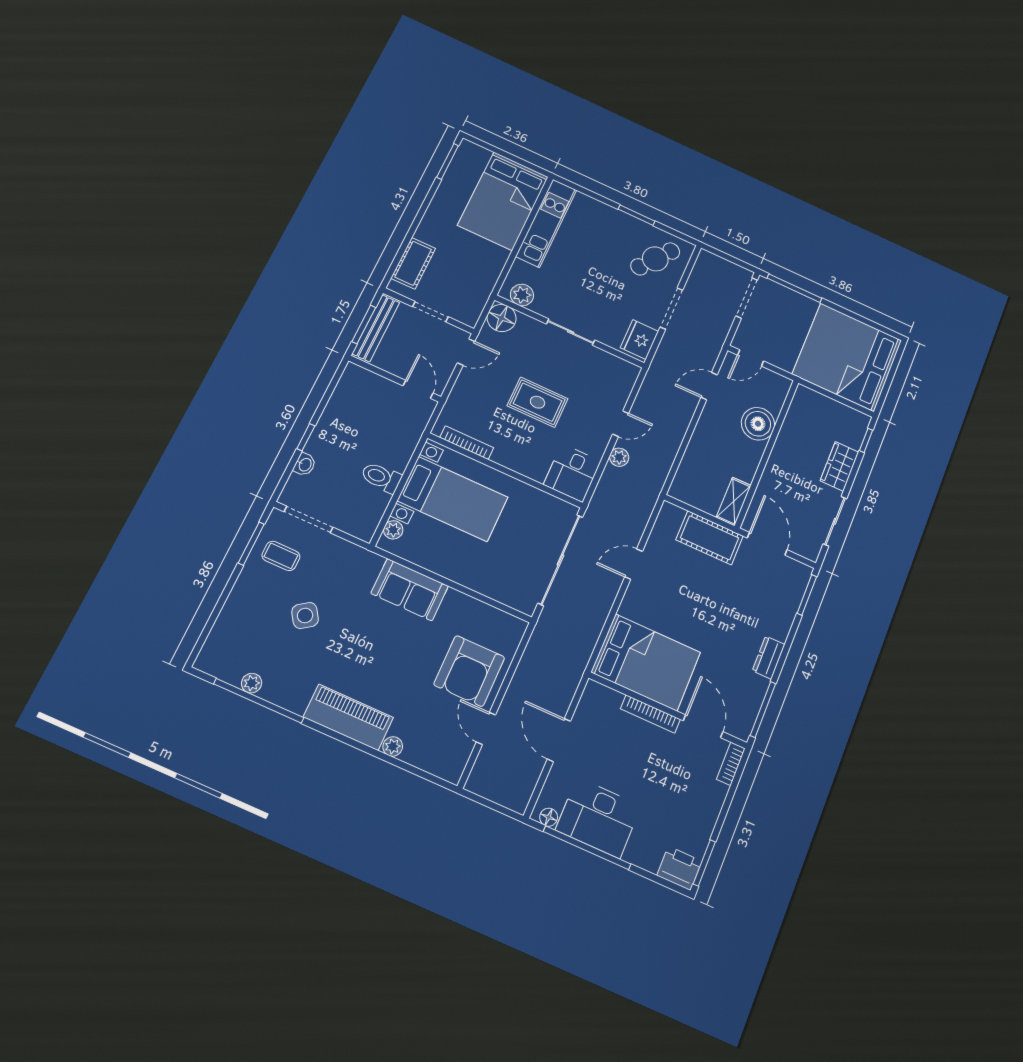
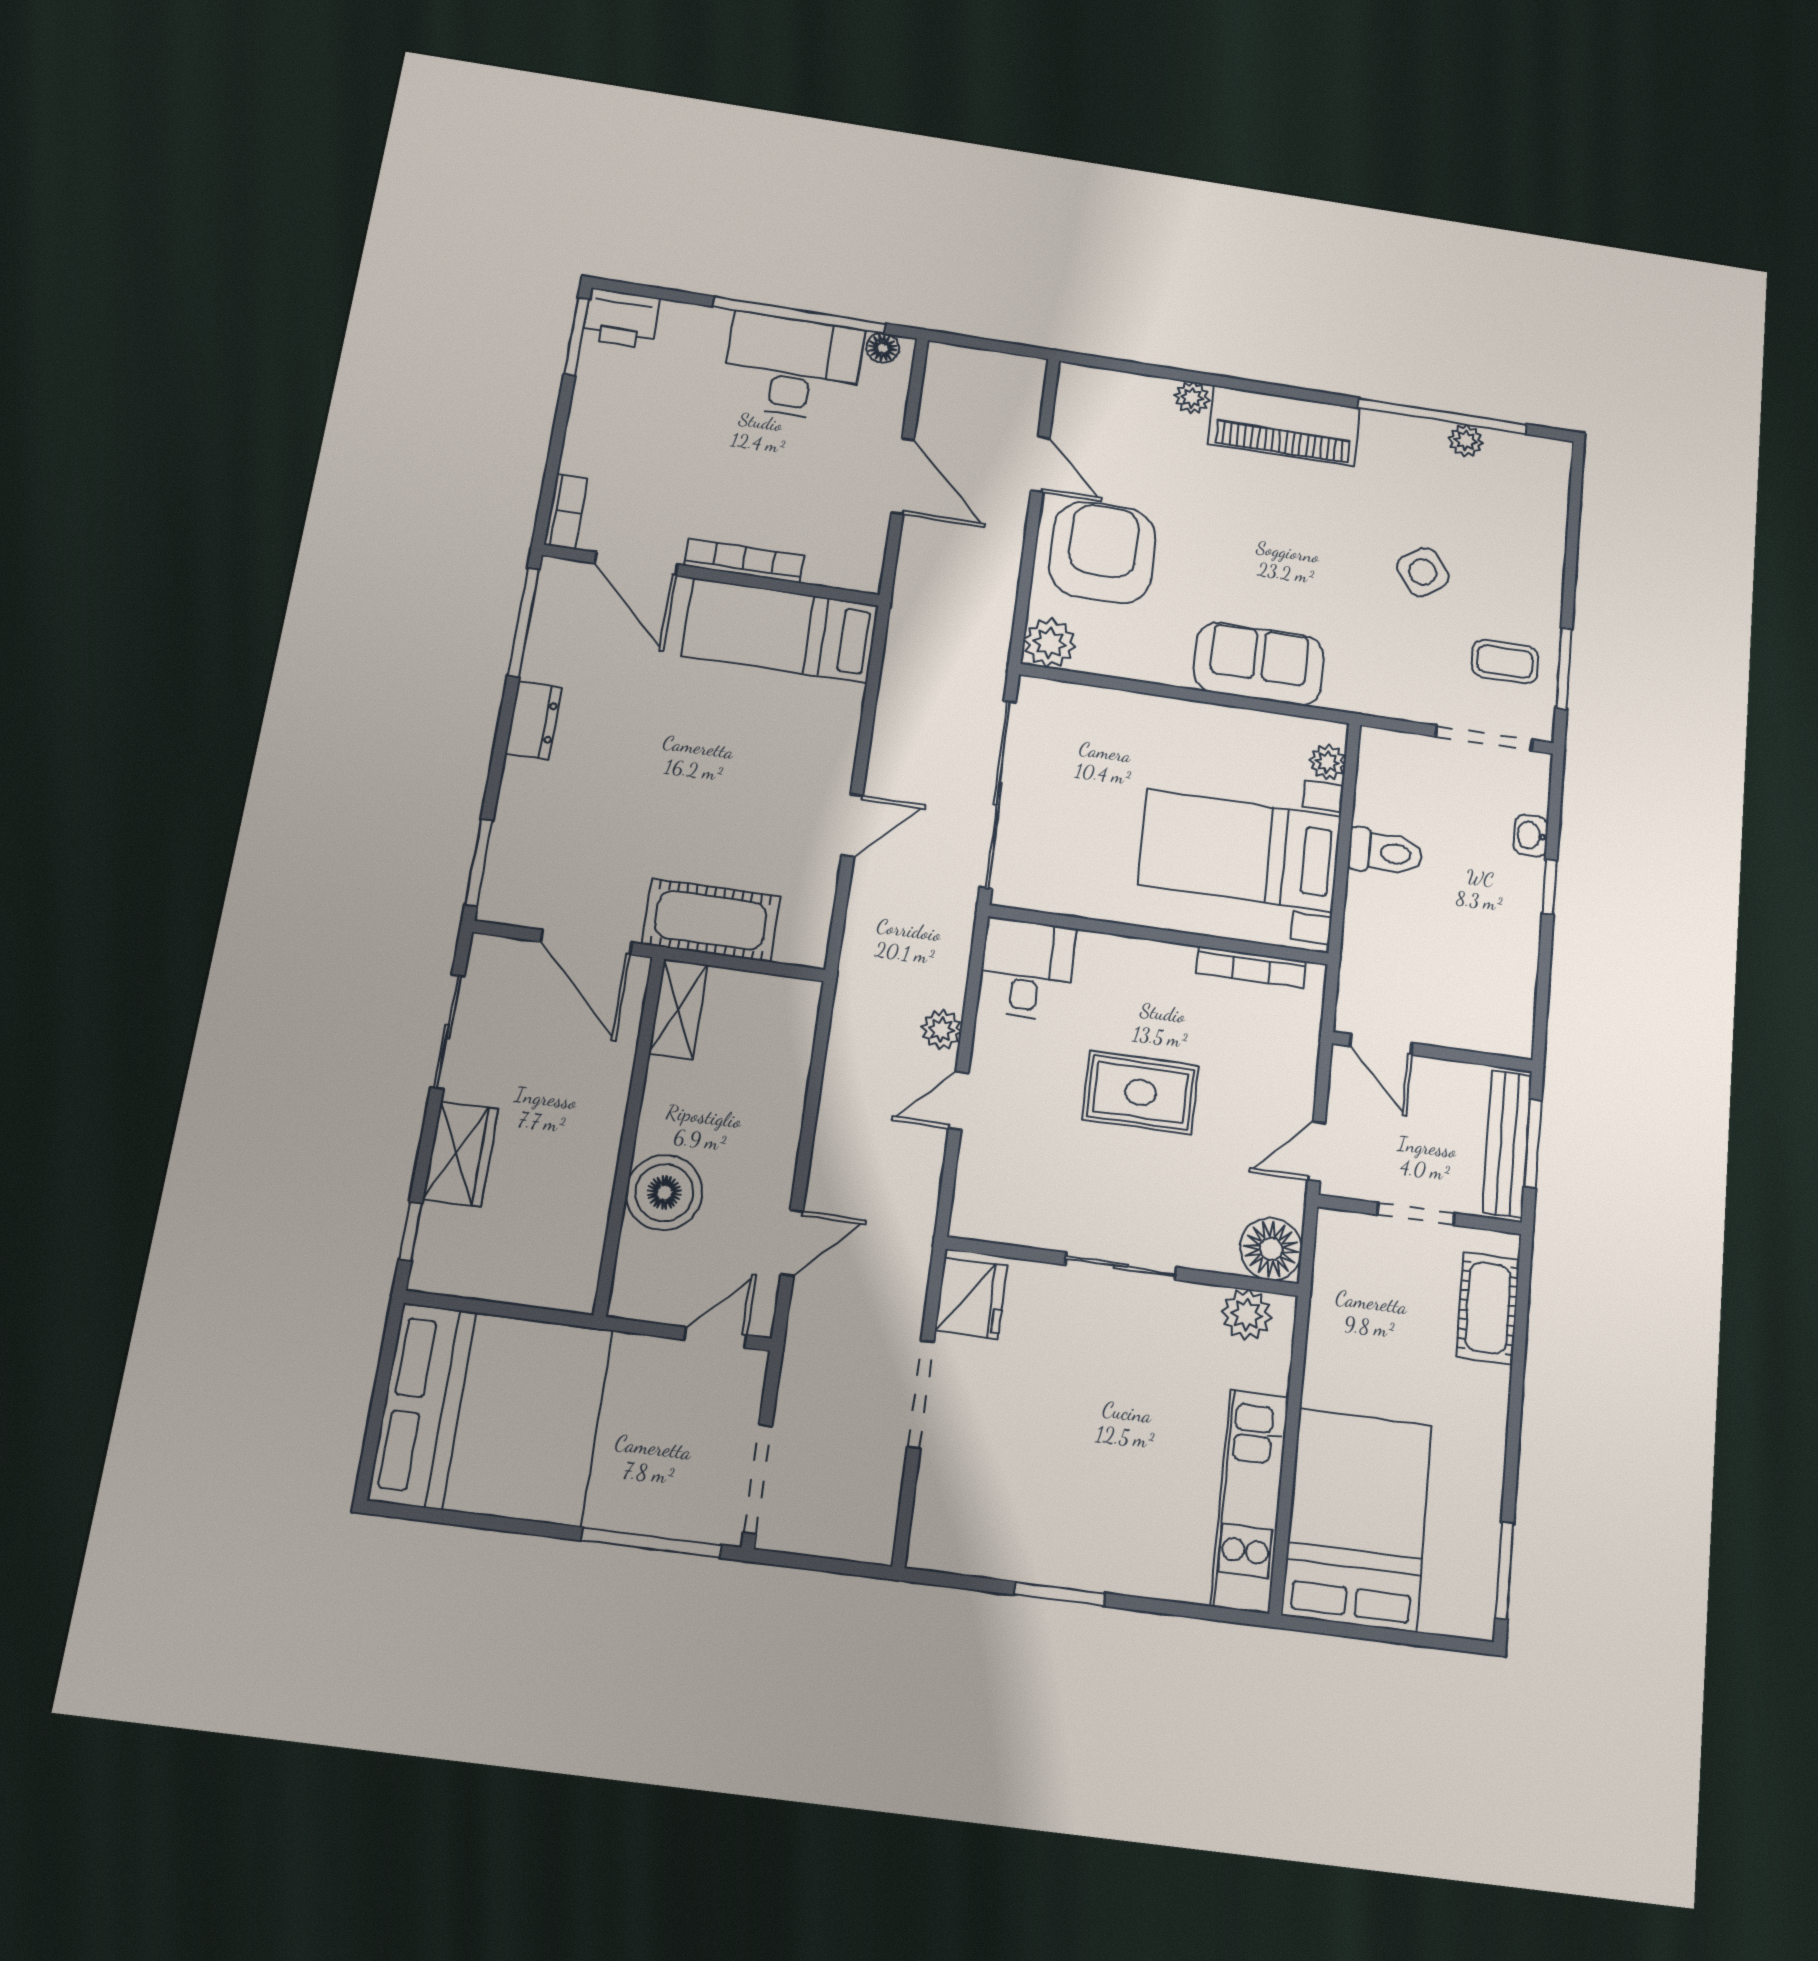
cafe table: (655, 259) -> (988, 1501), removed
plant: (512, 630) -> (1050, 643), added
bed: (646, 662) -> (780, 630), width x0.67

